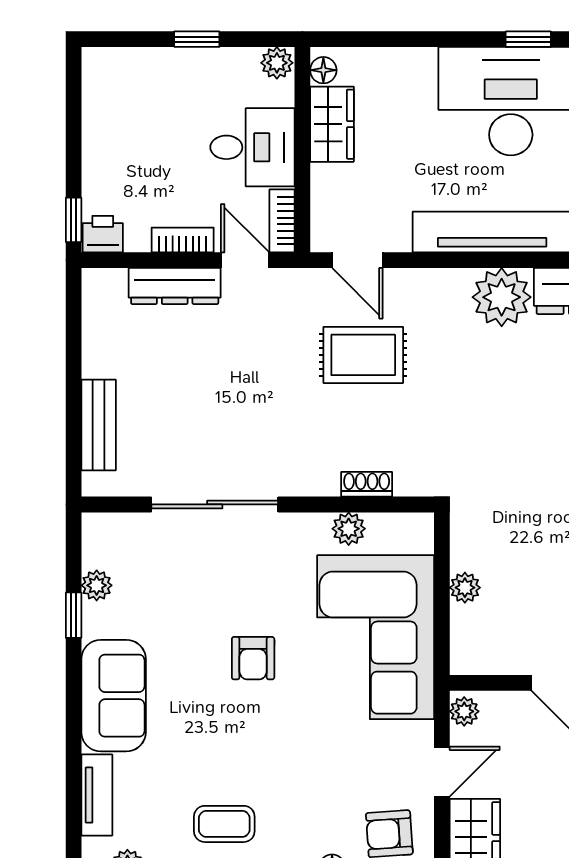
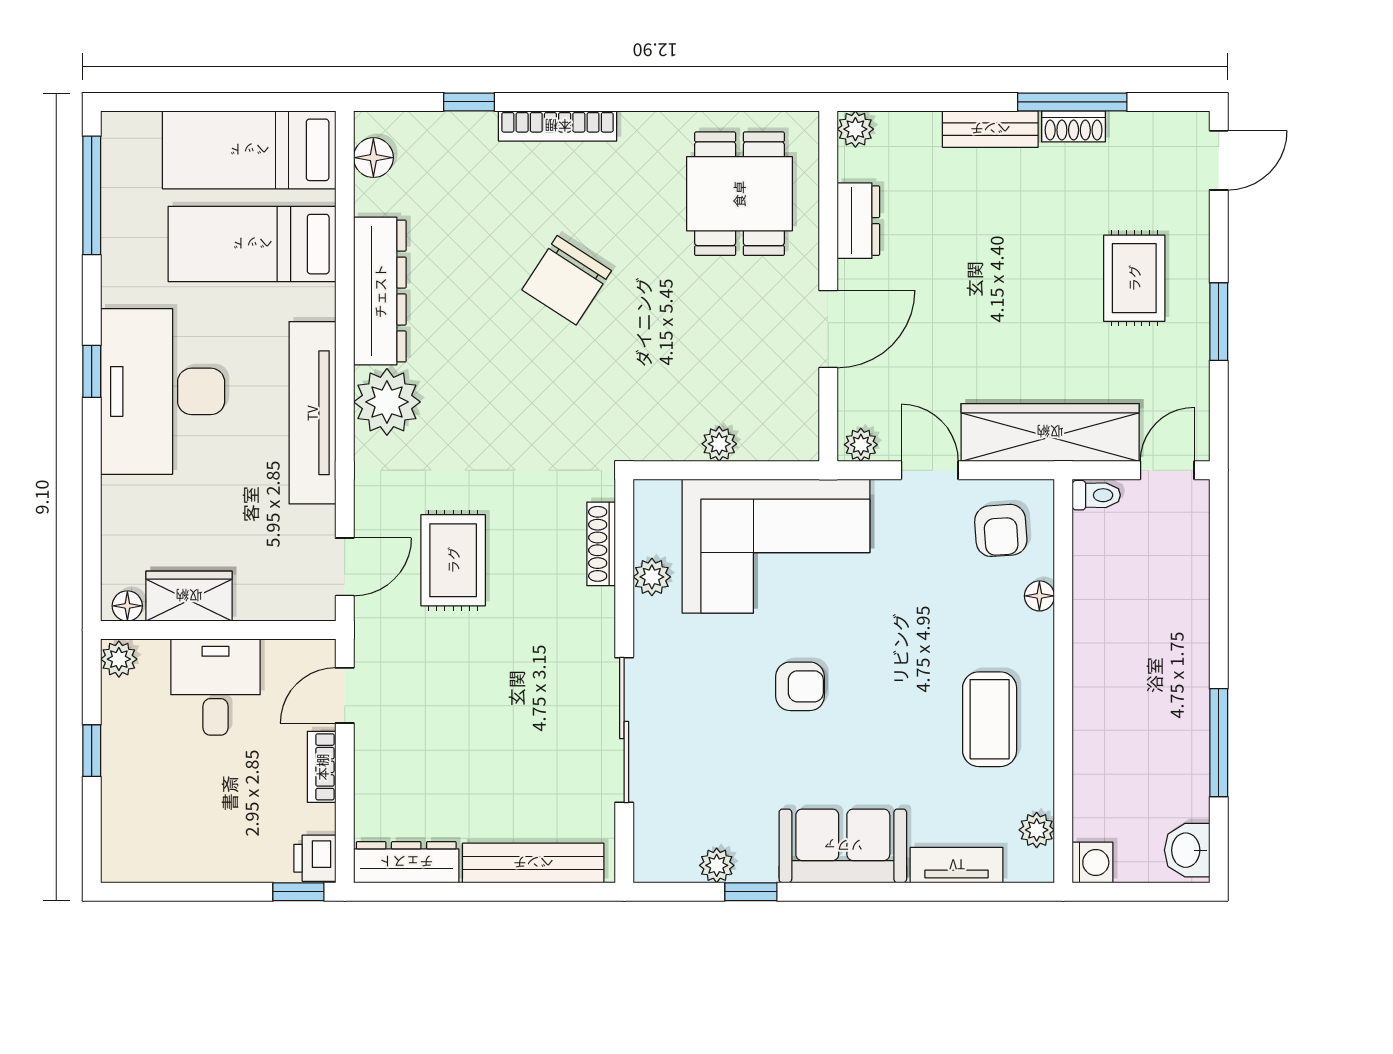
bookcase: (282, 221) -> (300, 653), removed
dresser: (175, 286) -> (406, 862), moved, turned -90
bench: (99, 425) -> (533, 863), width x1.36
shoe rack: (367, 484) -> (601, 544), width x1.43
coffee table: (224, 824) -> (990, 719), width x1.36, depth x1.30

